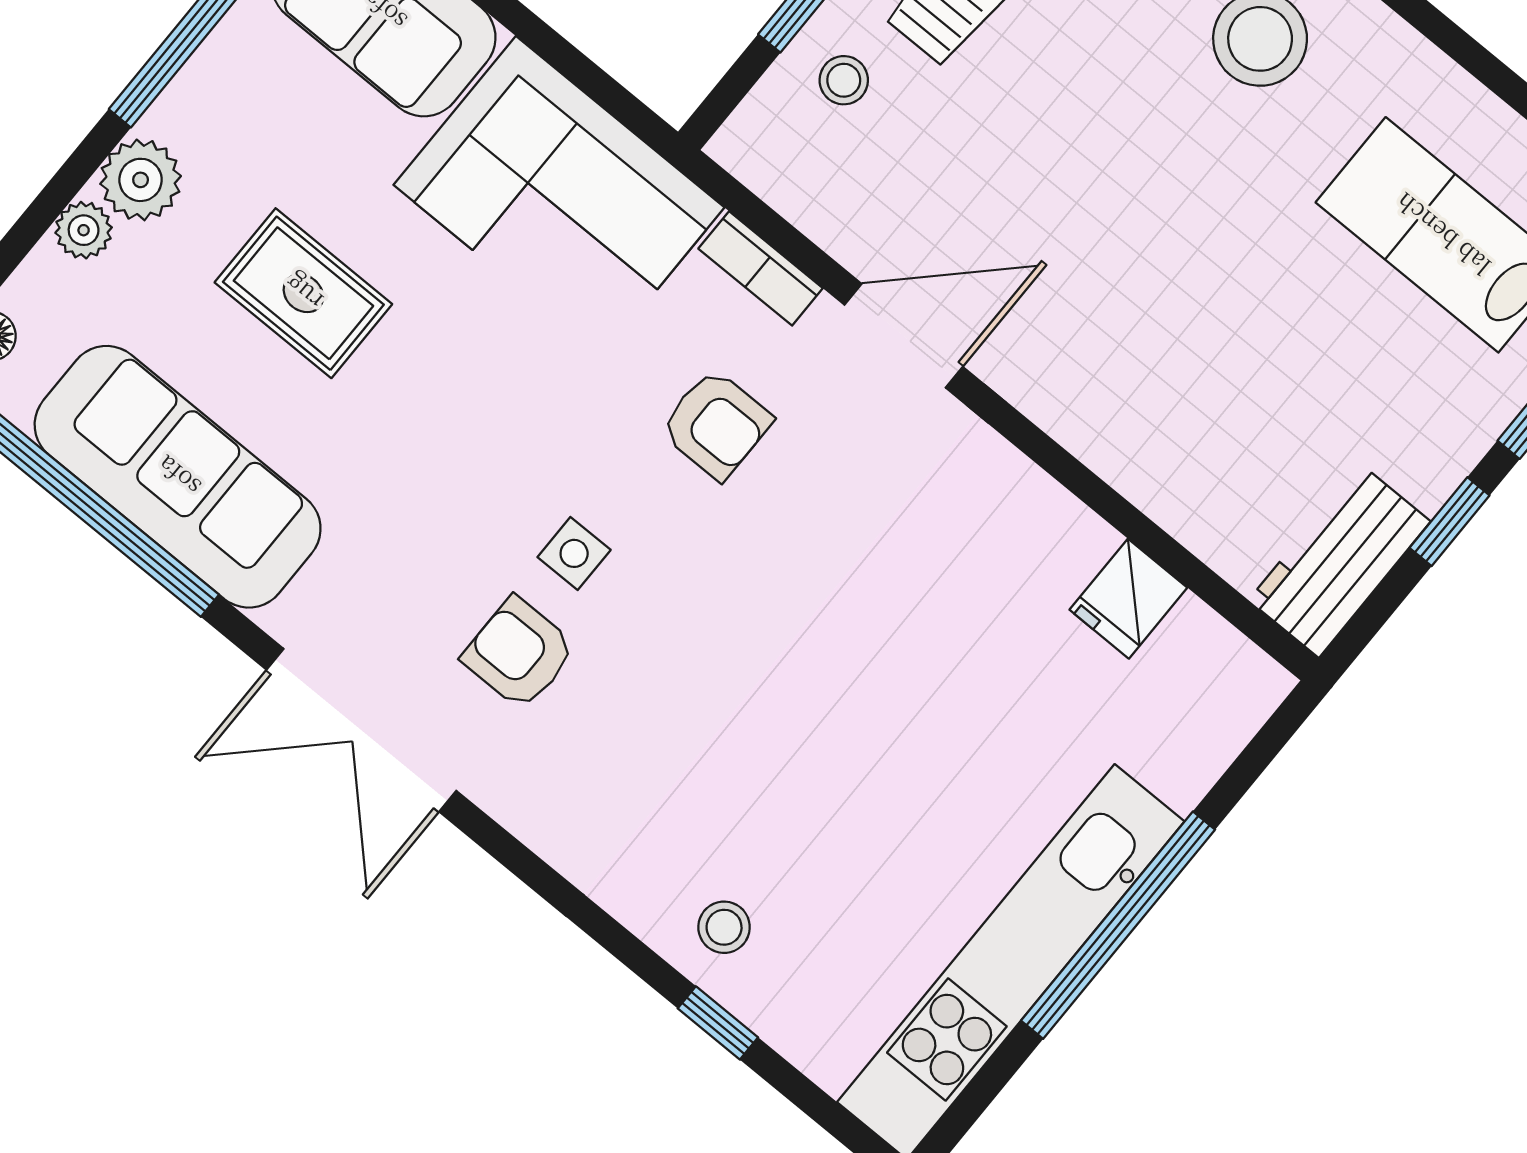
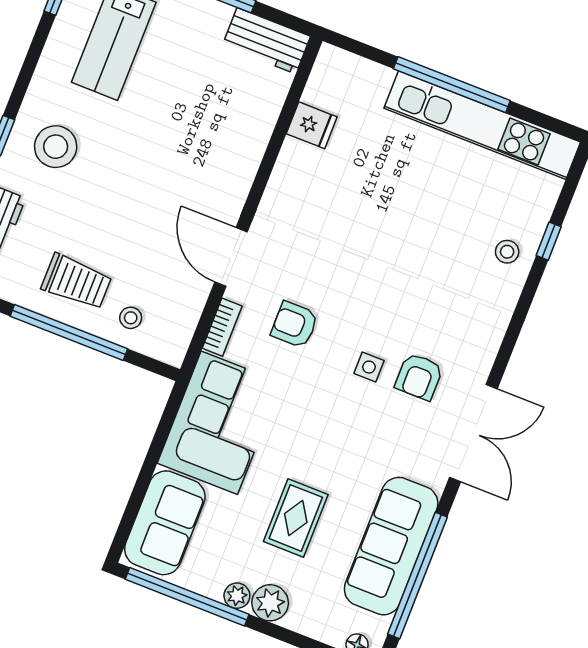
plant: (84, 230) -> (237, 596), moved
armchair: (716, 424) -> (295, 325), turned -90

